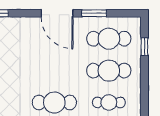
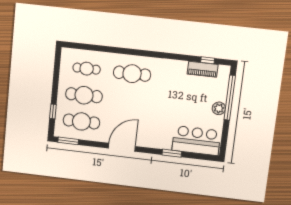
door: (57, 13) -> (122, 147), hinge flipped
window: (94, 13) -> (68, 141), moved

